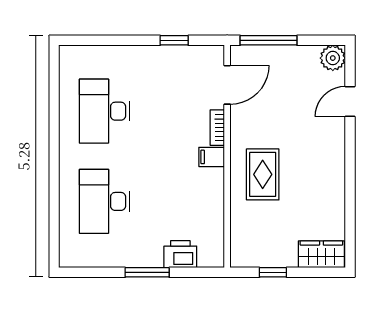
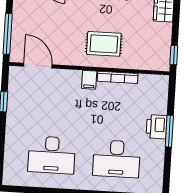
bookcase: (217, 128) -> (118, 77), moved, width x1.56
printer: (180, 254) -> (157, 127), moved
window: (273, 272) -> (174, 55), moved

